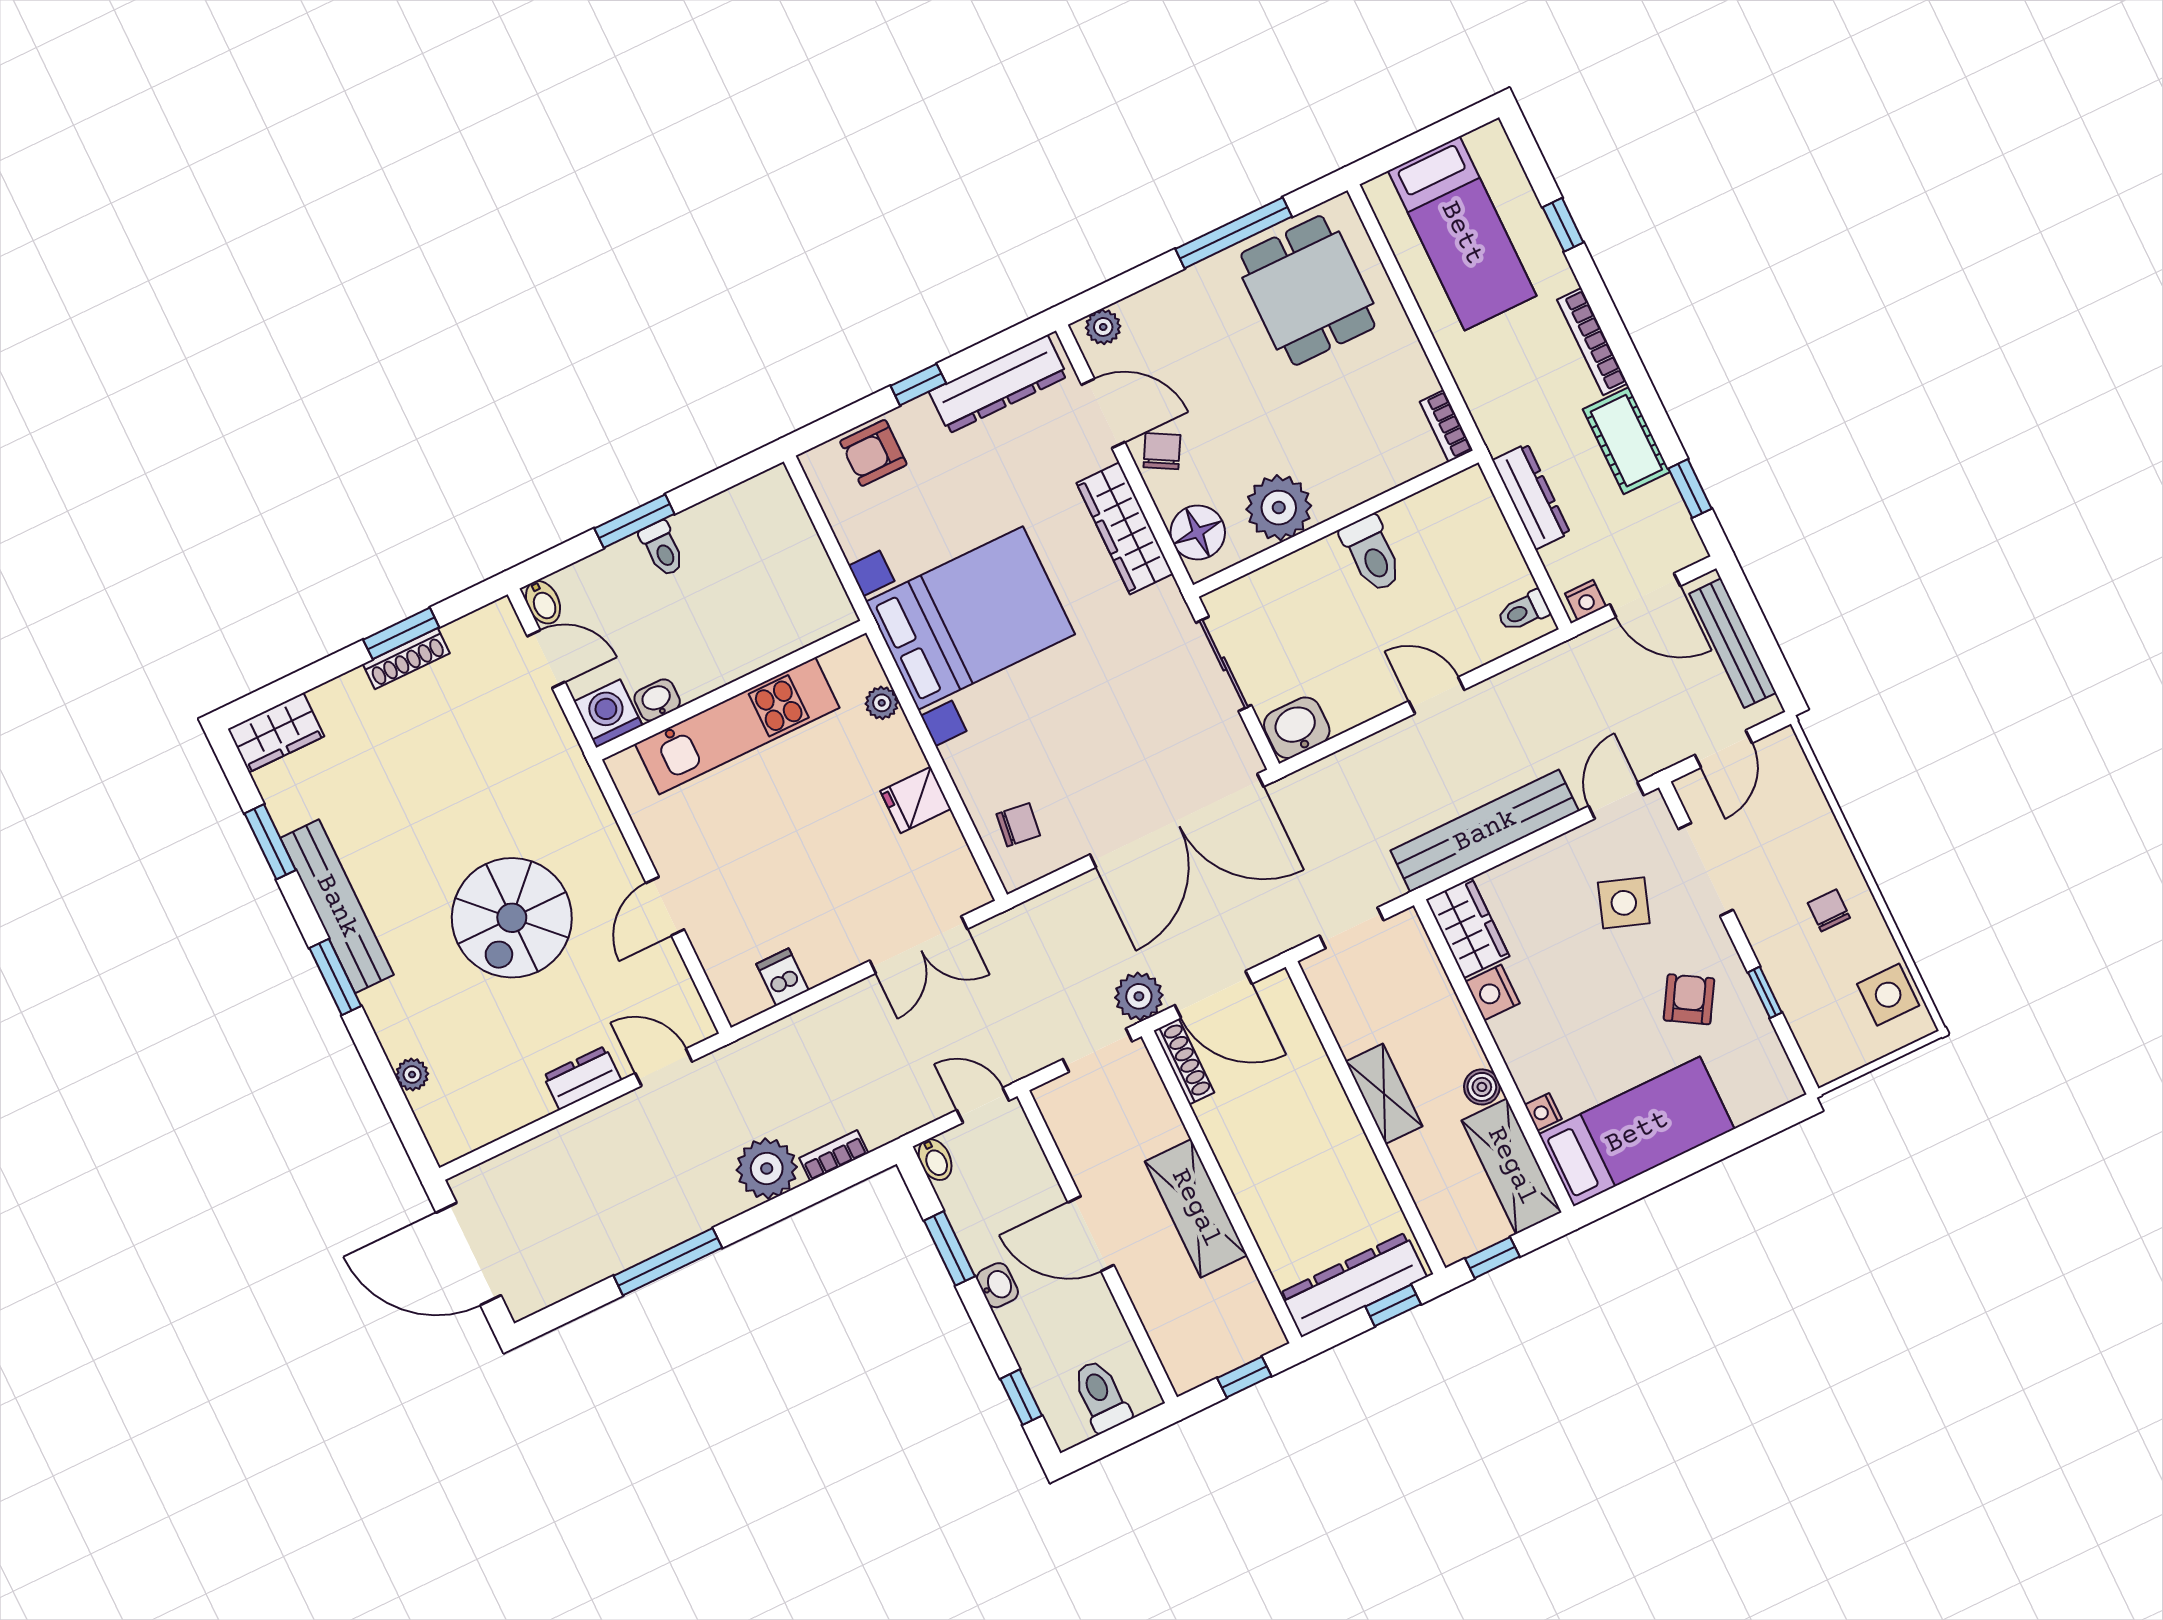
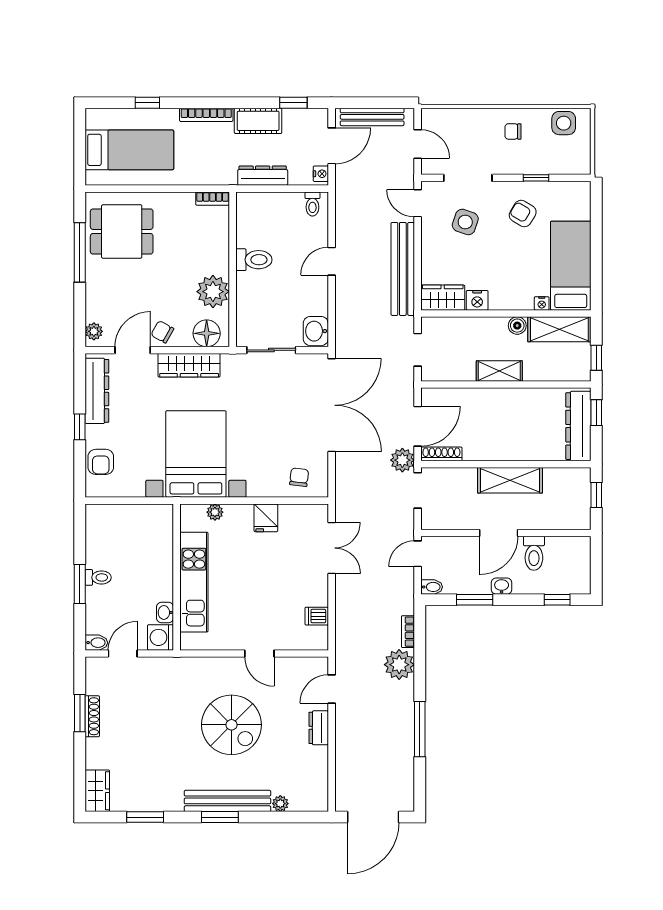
bench: (337, 906) -> (227, 801), moved
toilet: (1101, 1396) -> (534, 553), moved, turned -90

